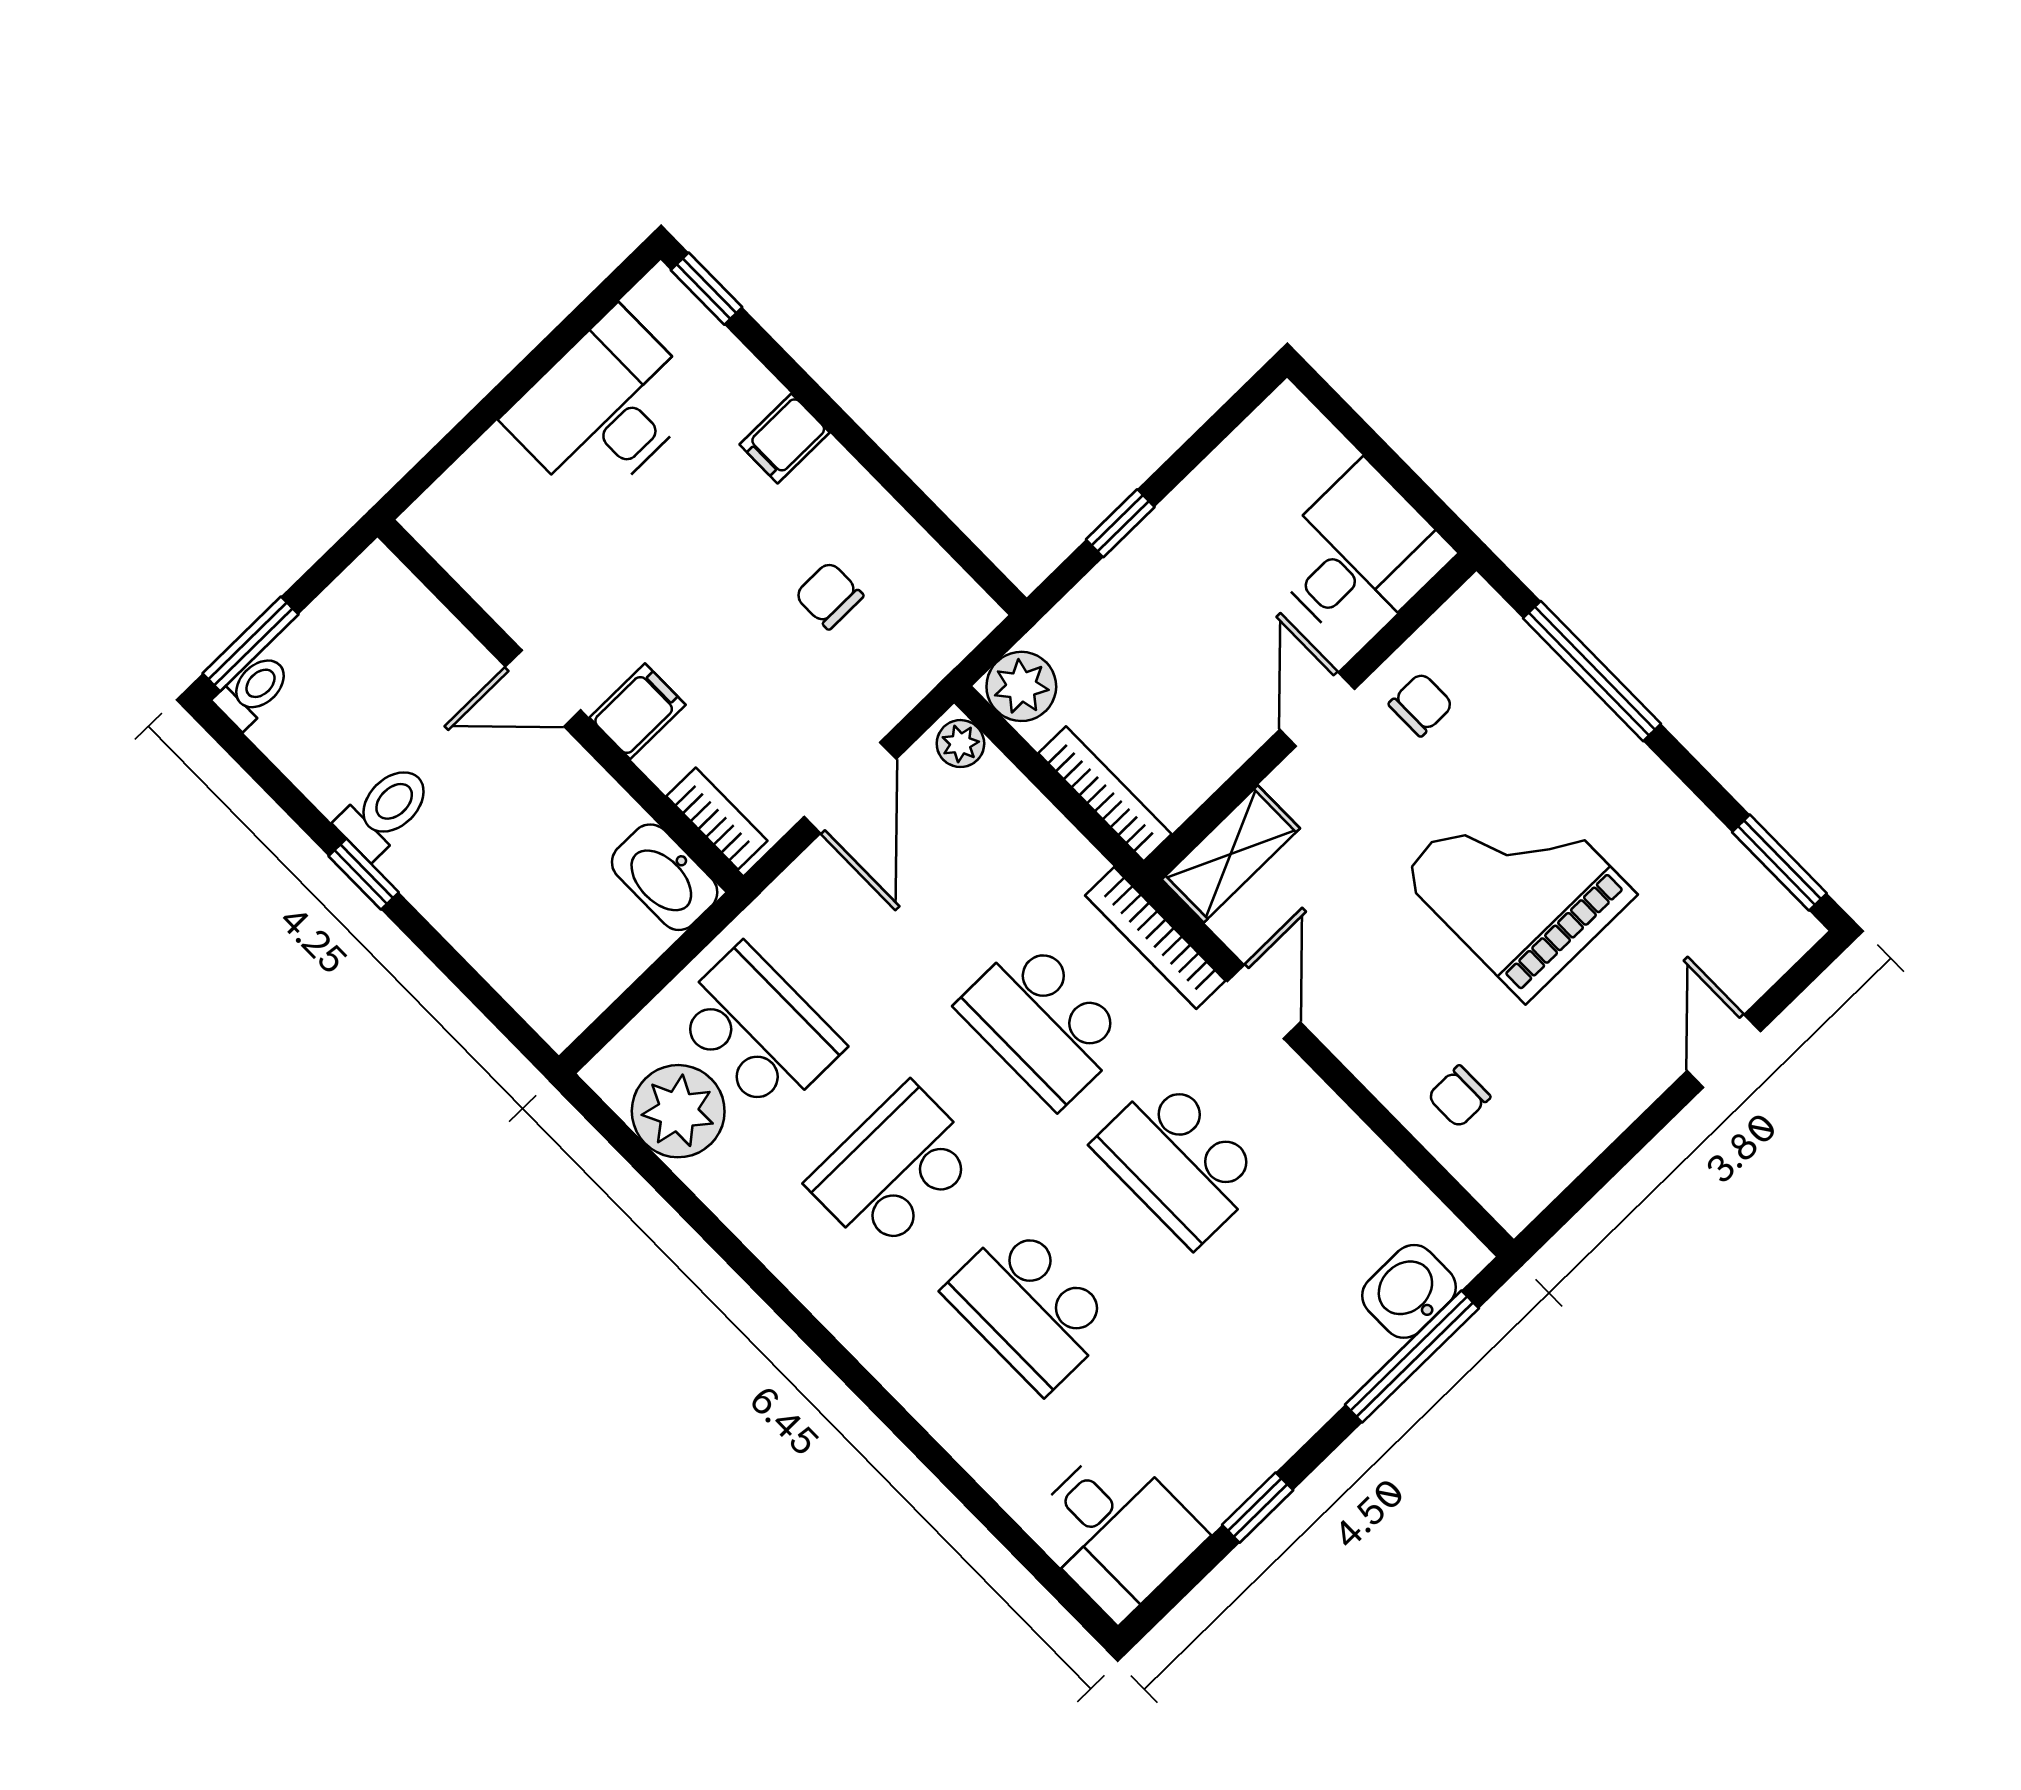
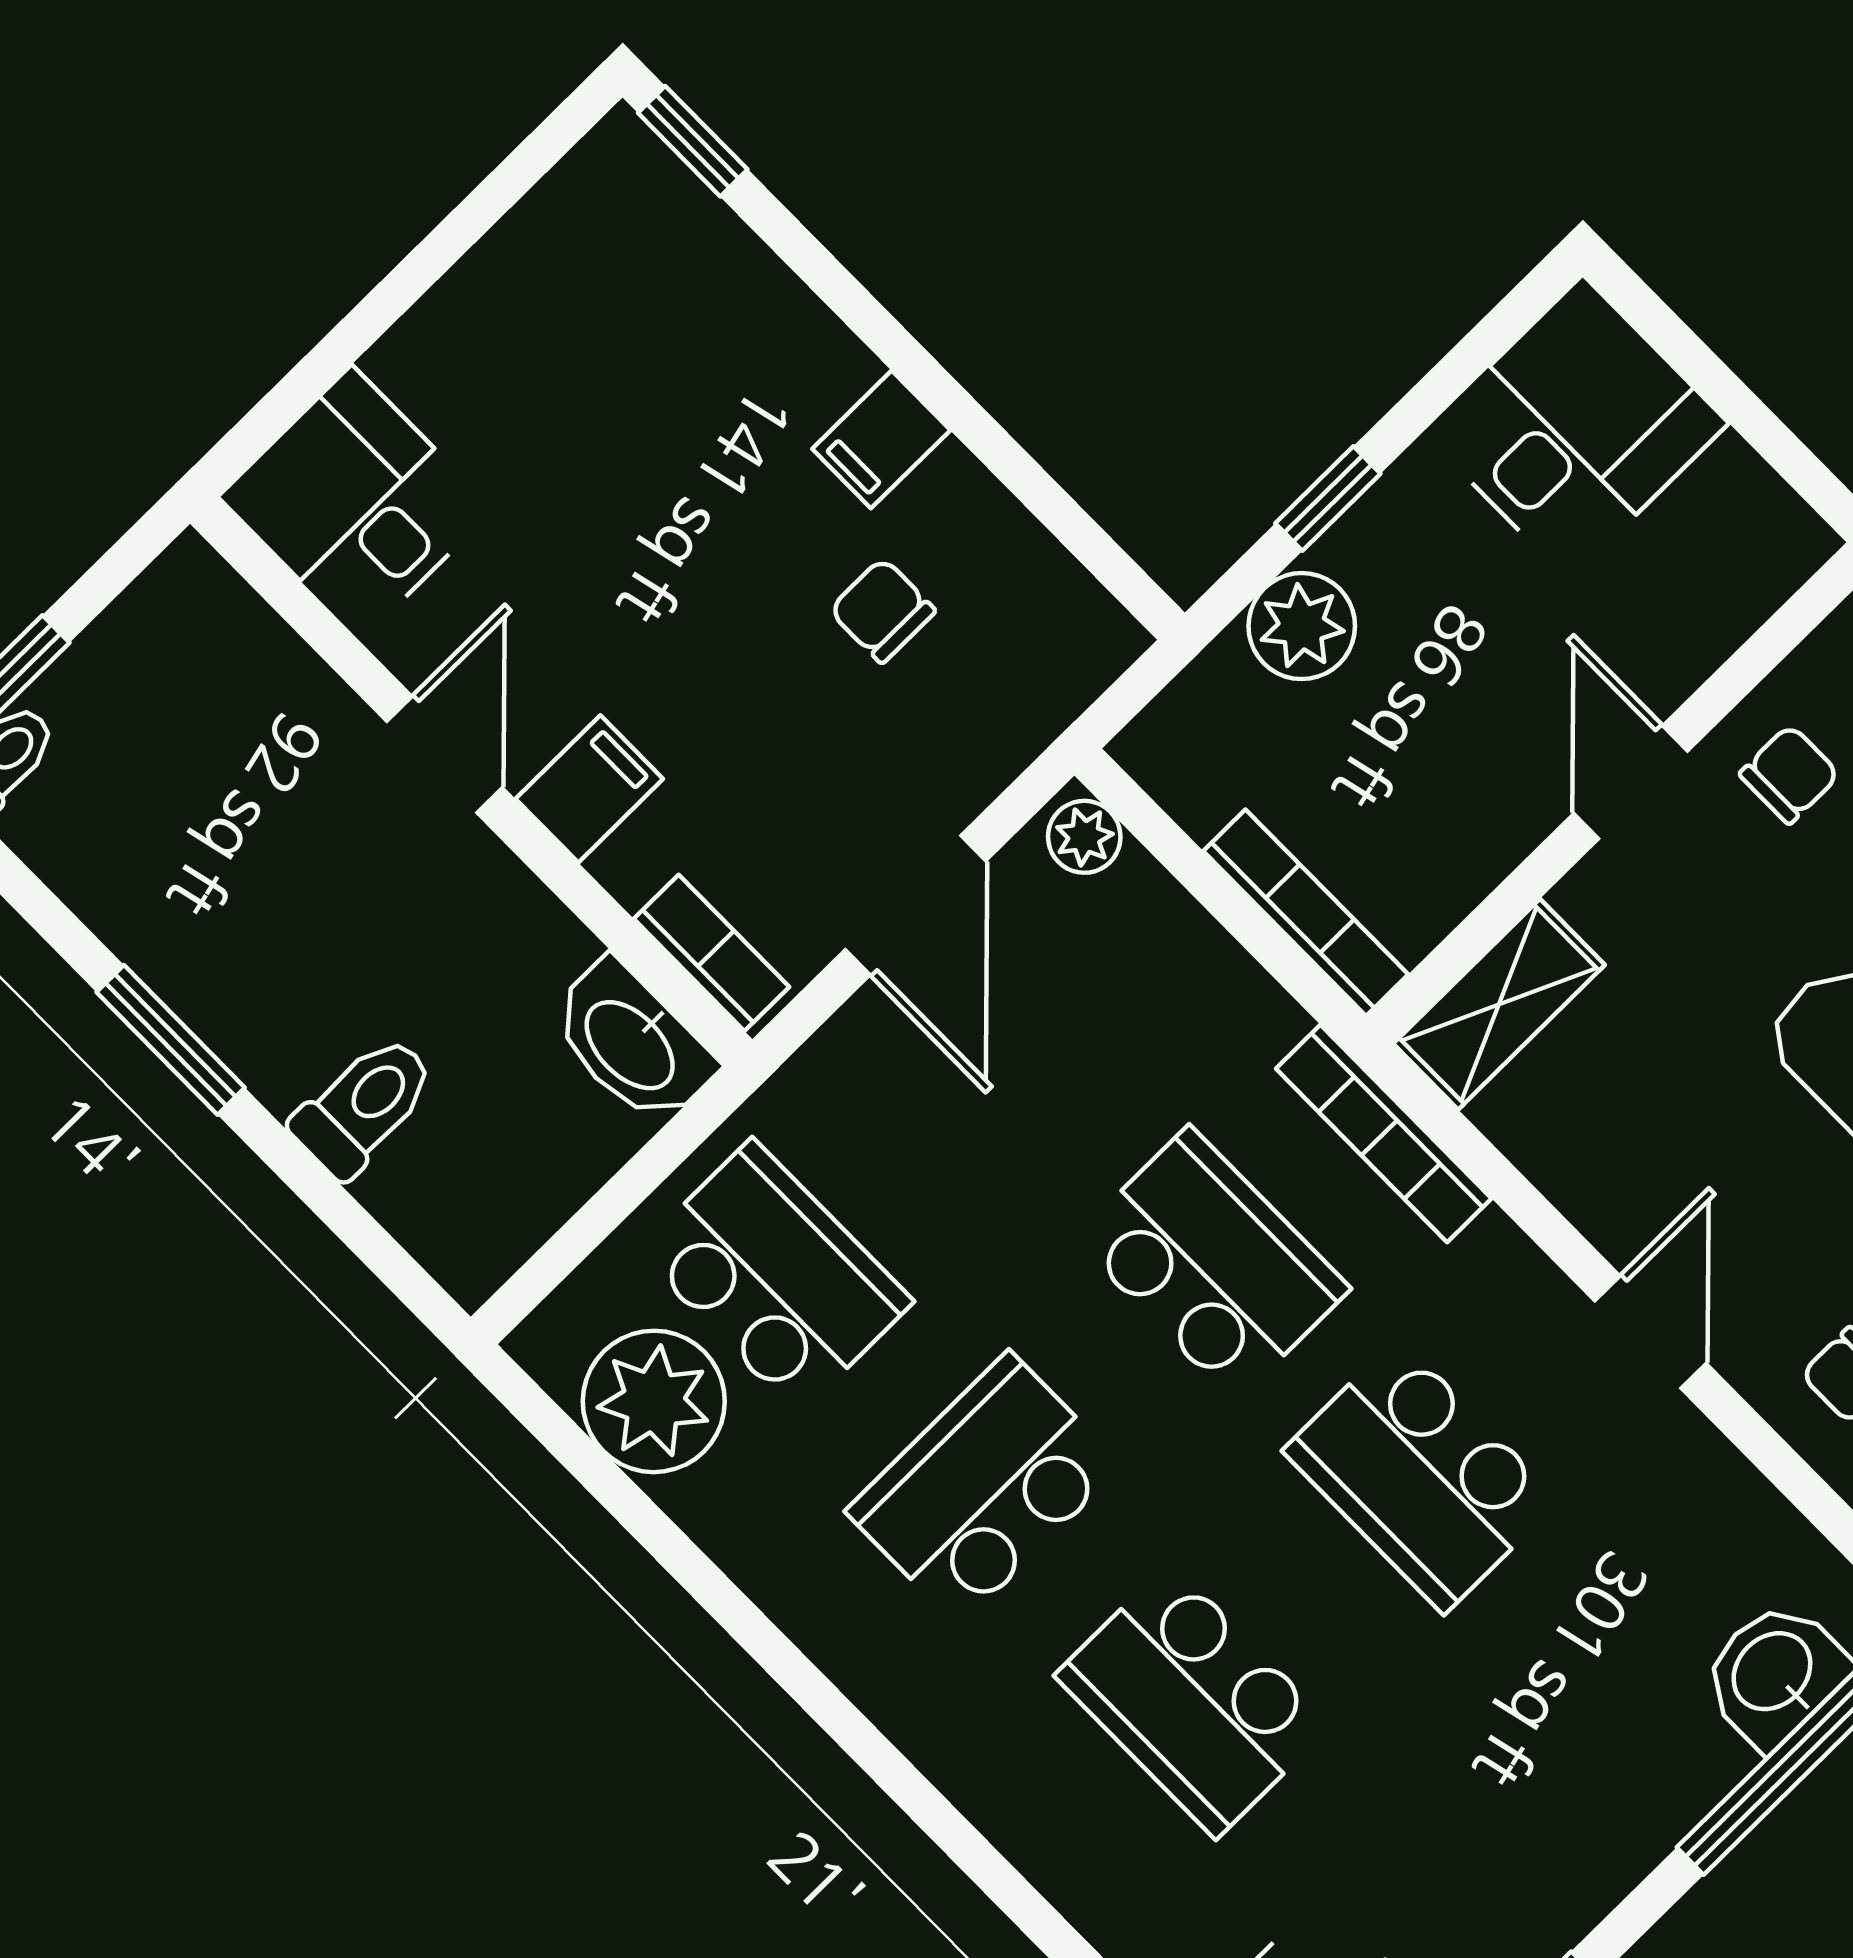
desk: (604, 408) -> (356, 503), moved, width x0.73
filing cabinet: (785, 438) -> (881, 439), moved
desk: (1359, 556) -> (1576, 428), moved
plant: (1021, 686) -> (1302, 626), moved
door: (543, 688) -> (444, 755), swing flipped
toilet: (385, 811) -> (364, 1106), moved
window: (364, 874) -> (171, 1040), width x1.50
door: (1264, 1002) -> (1651, 1332), moved
school desk: (1043, 1023) -> (1212, 1264), turned 180

